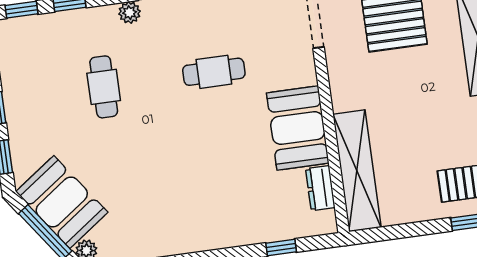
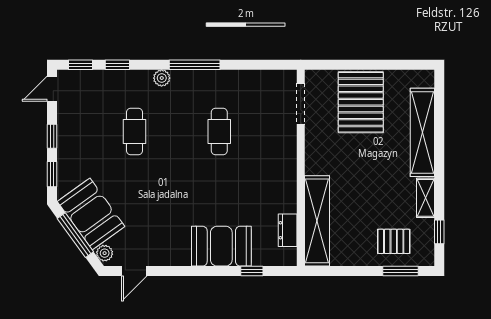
cafe table: (214, 72) -> (219, 131), turned 90
booth: (298, 128) -> (221, 246), moved, turned 90

